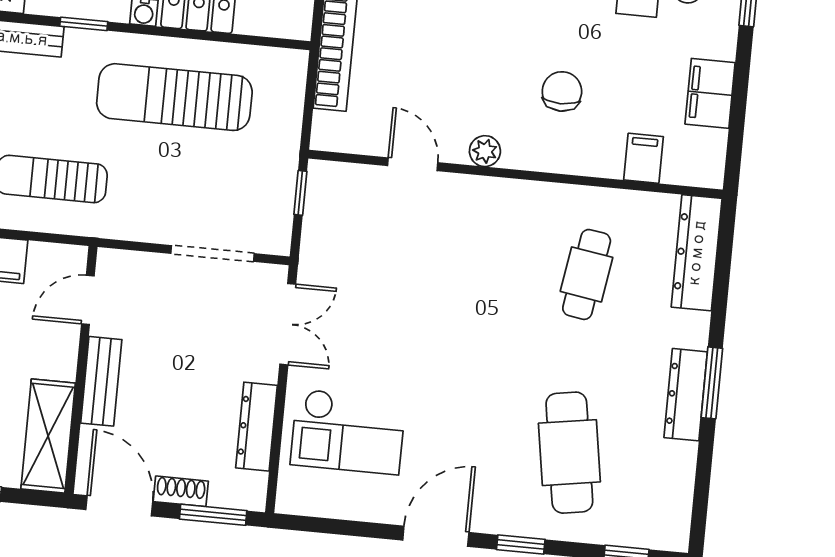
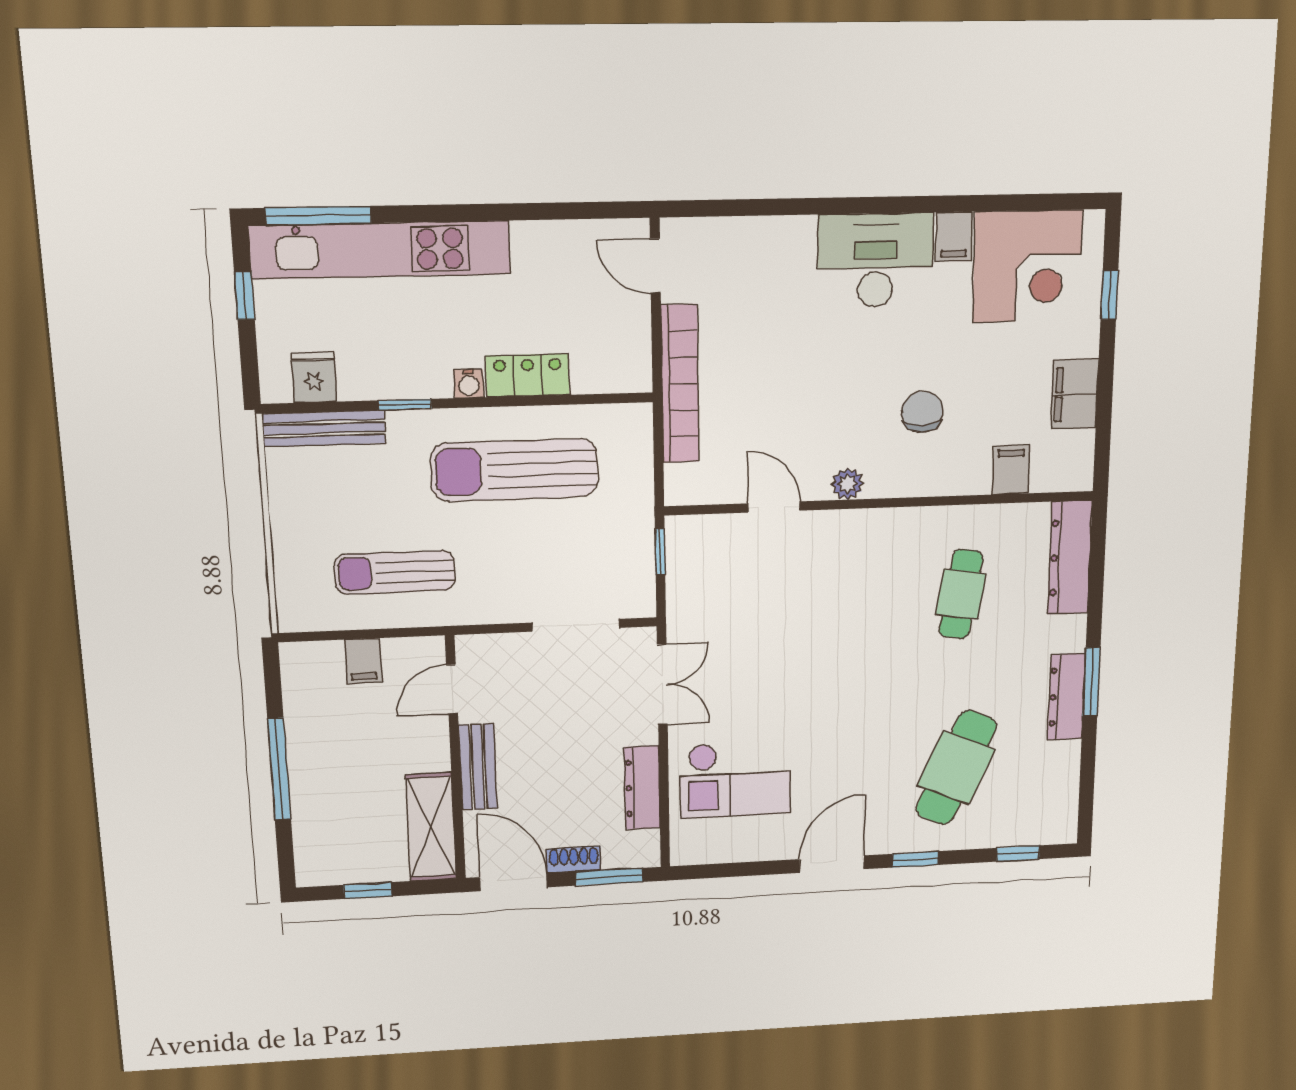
cafe table: (569, 453) -> (956, 768), turned 33

